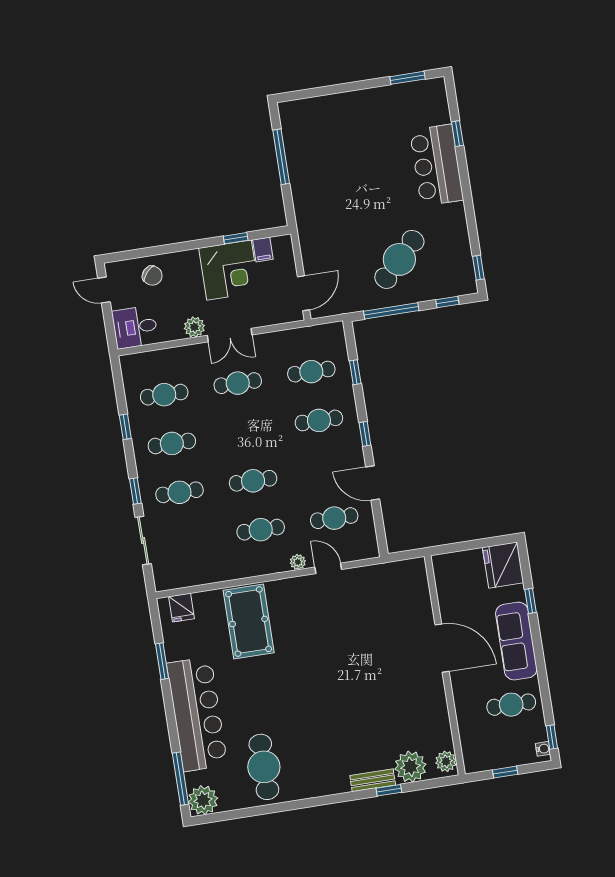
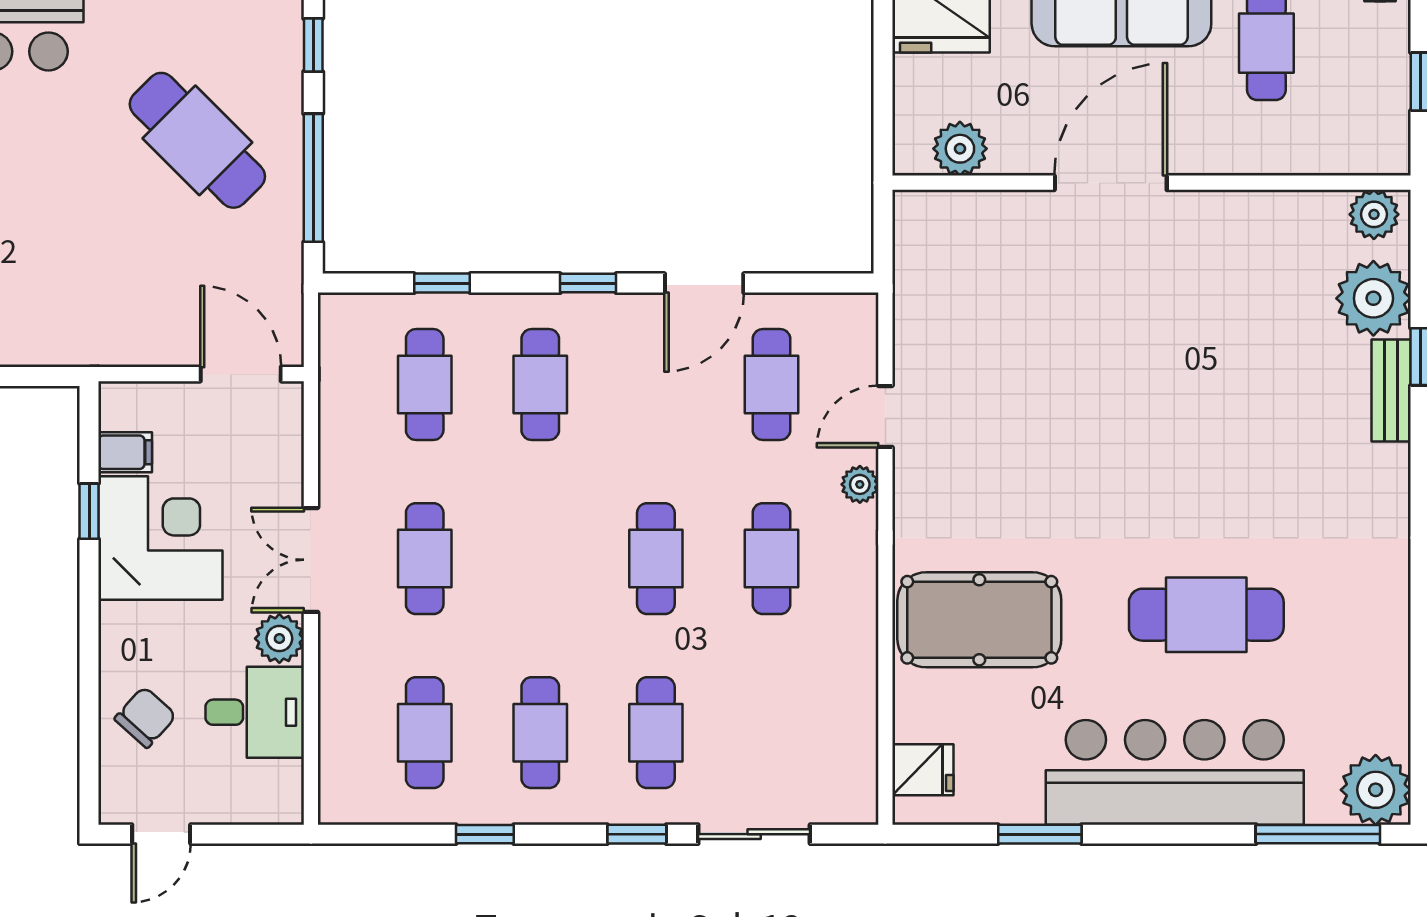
desk: (135, 327) -> (255, 712), moved, turned -90
double door: (230, 335) -> (311, 560), swing flipped
plant: (446, 582) -> (960, 149), added
cafe table: (264, 767) -> (1206, 615), moved

